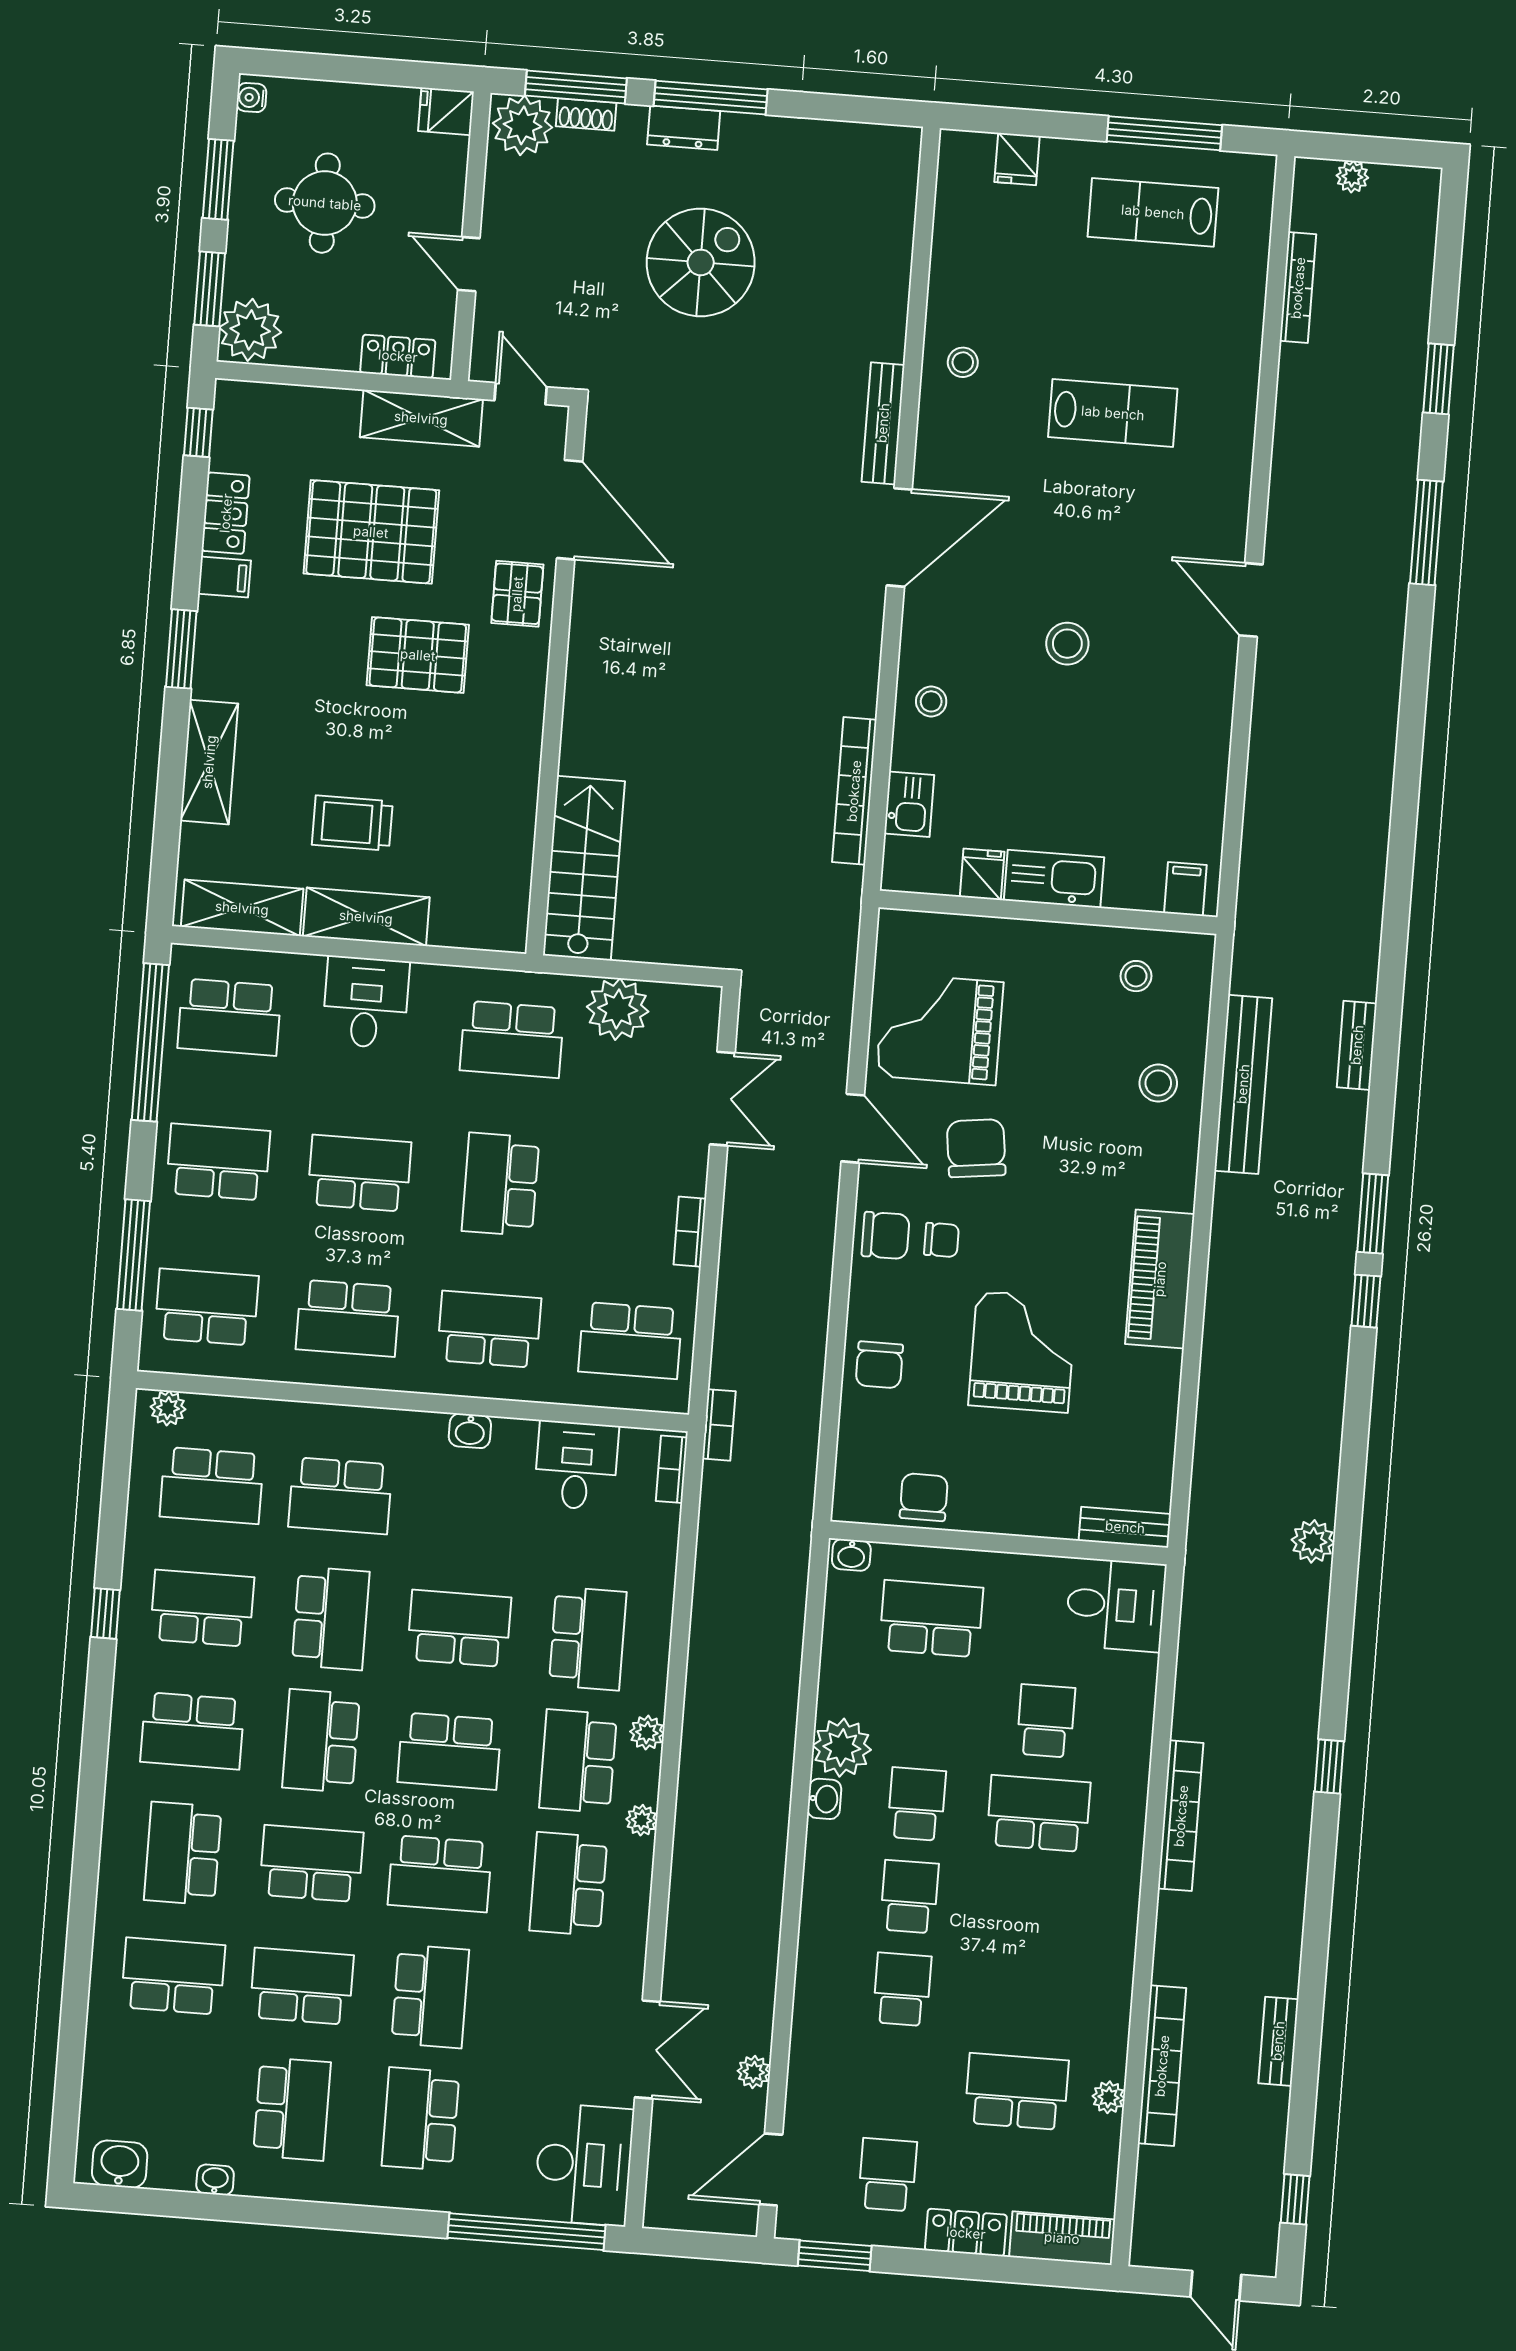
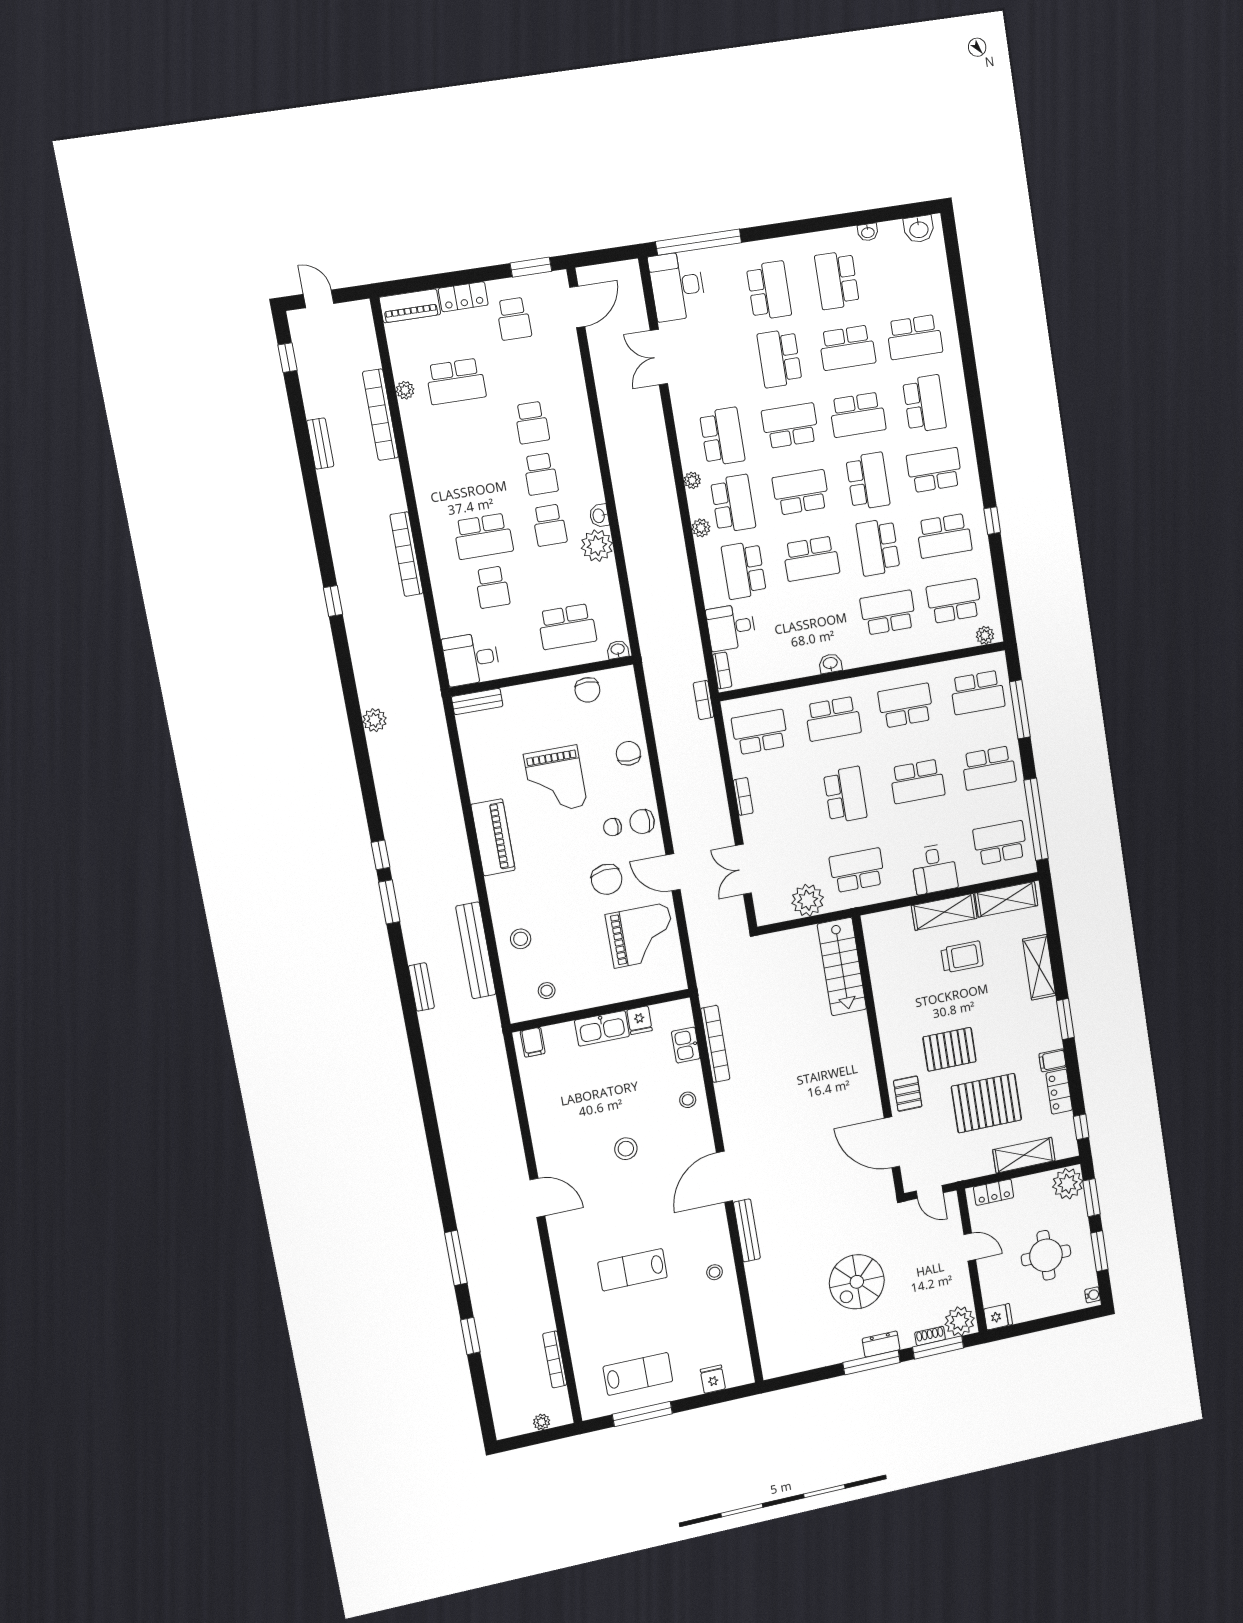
shelving: (421, 418) -> (1024, 1155), moved
desk: (576, 1466) -> (731, 627), moved, turned 90
plant: (754, 2072) -> (600, 358), removed

